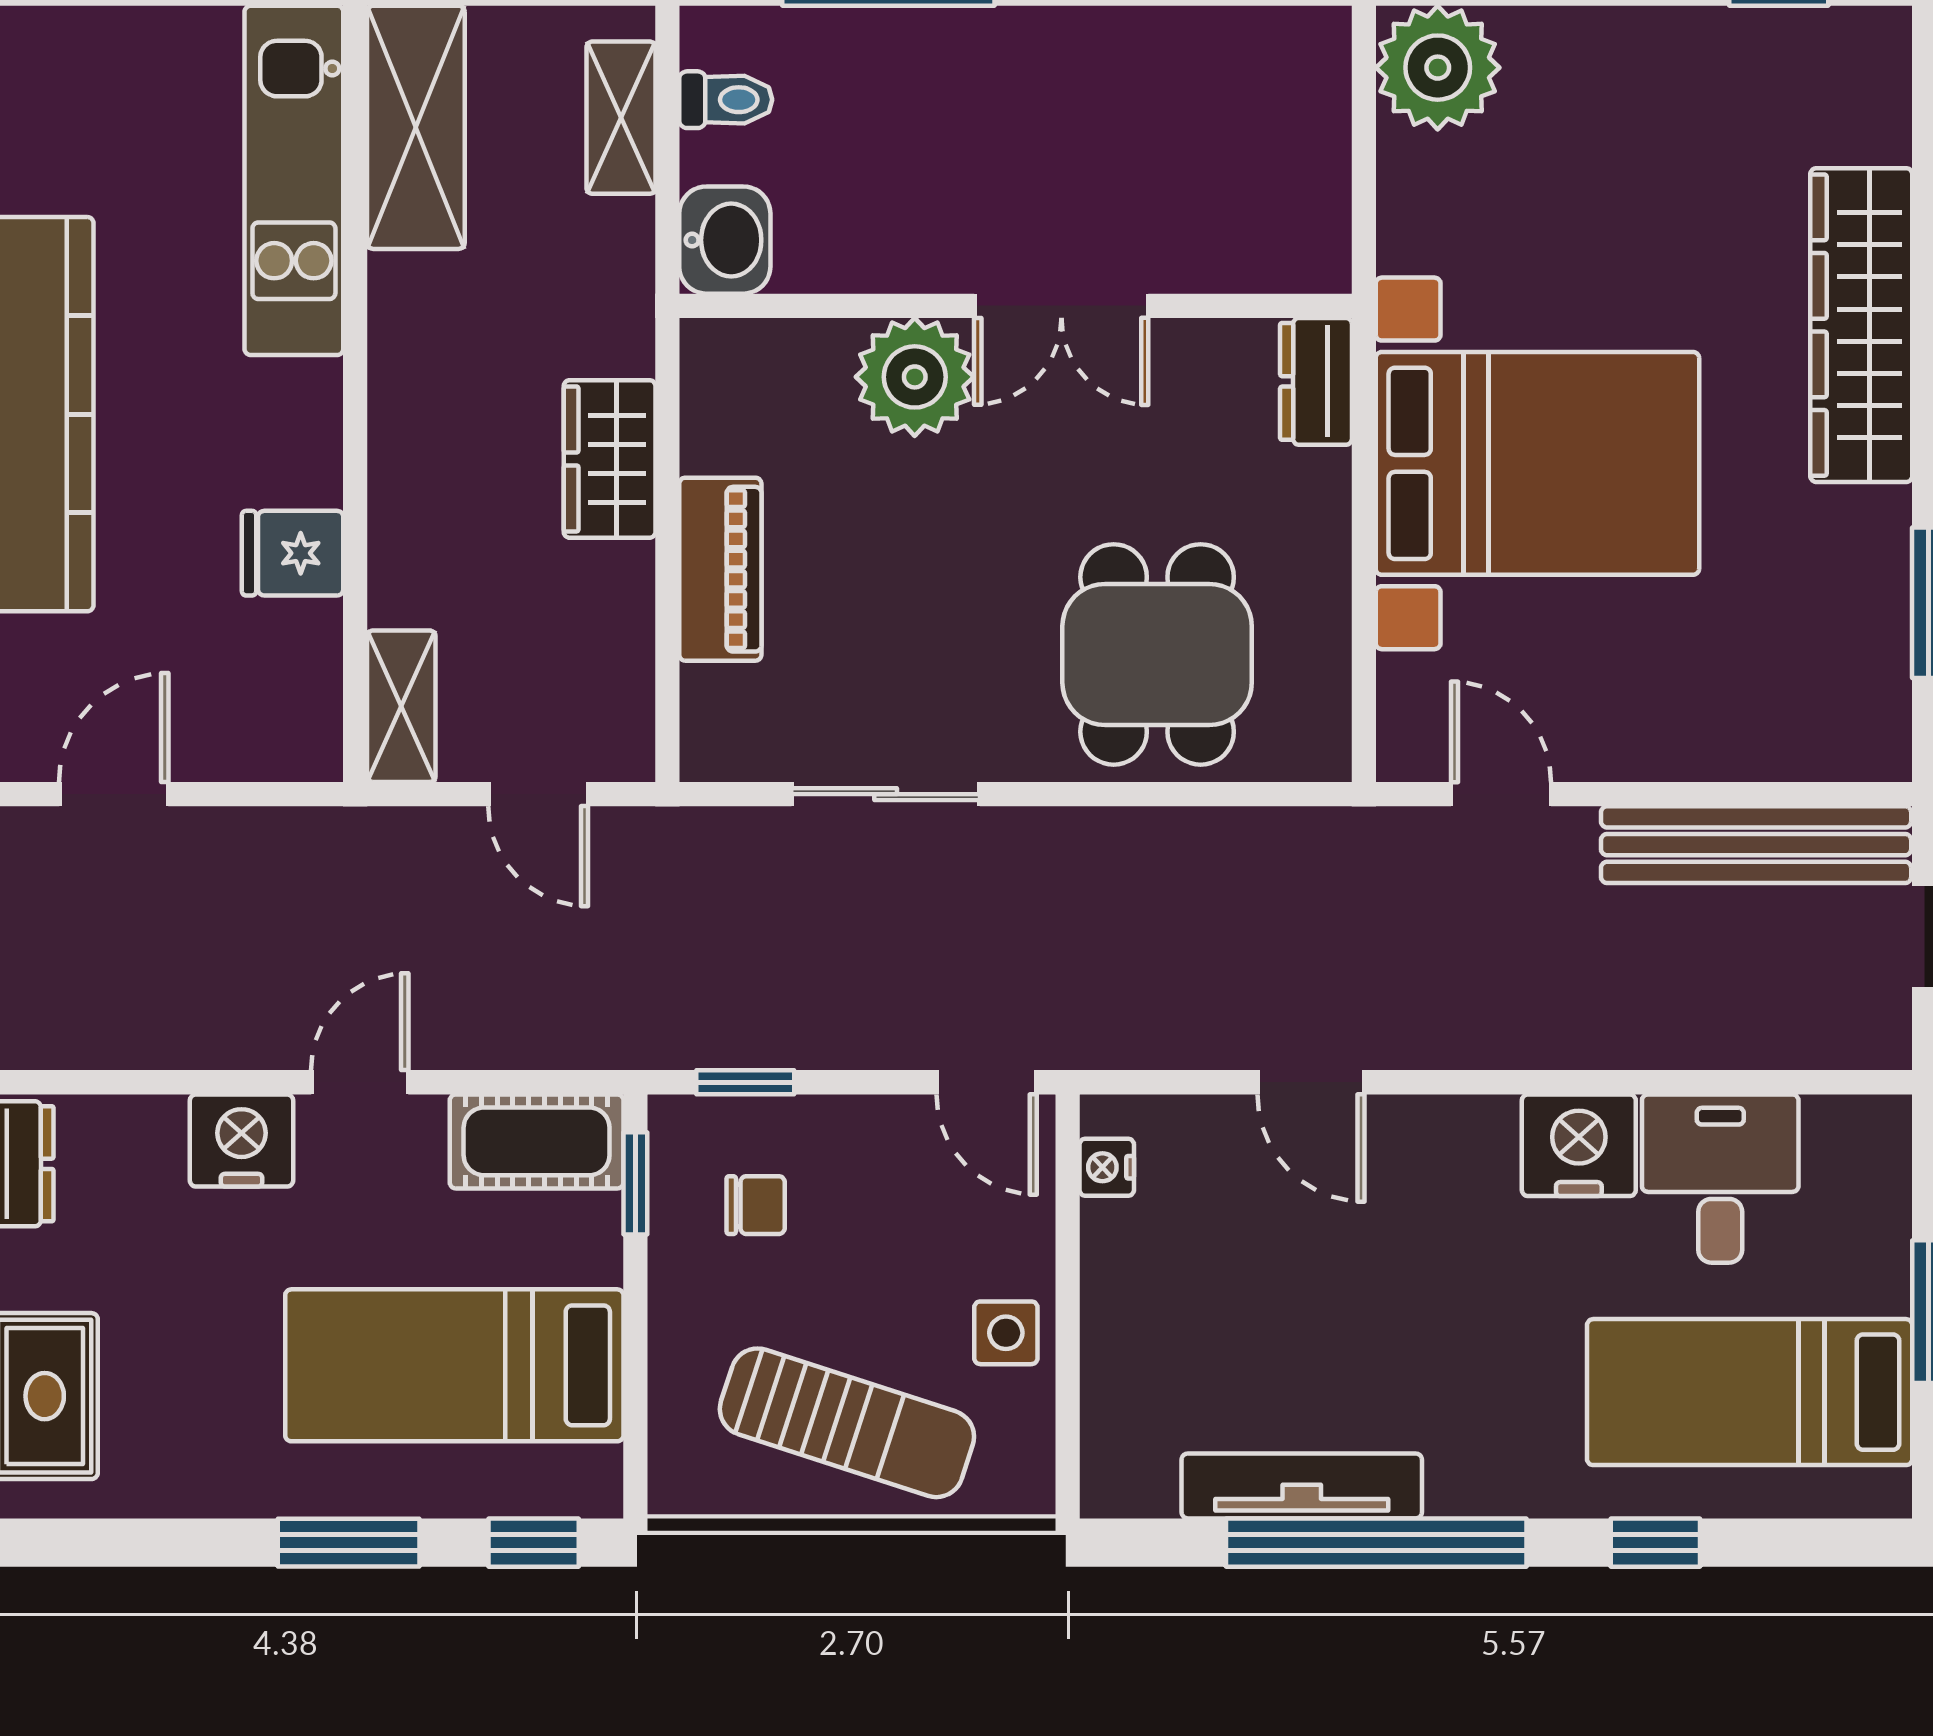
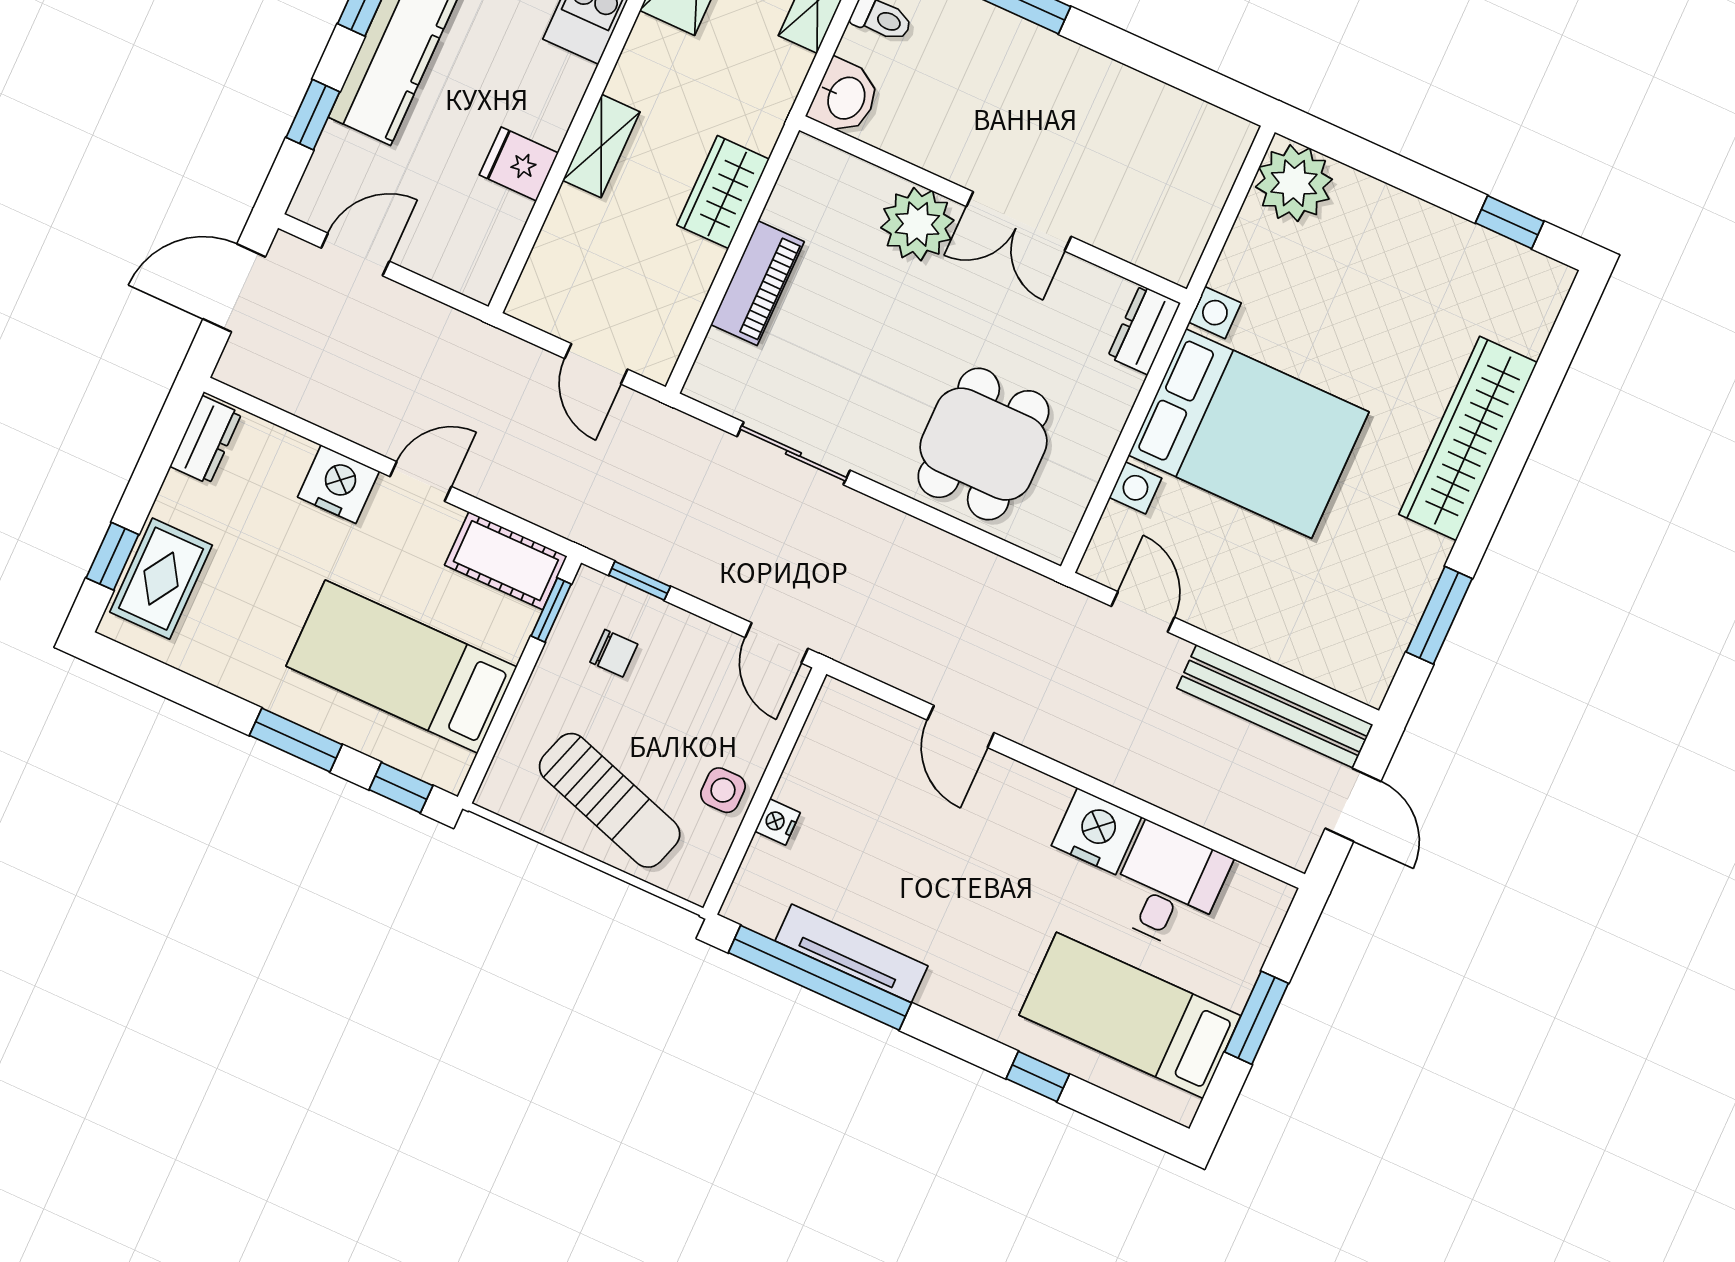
shelving: (401, 706) -> (601, 146), moved
nightstand: (1107, 1167) -> (778, 822), moved
window: (1376, 1543) -> (820, 978), moved

